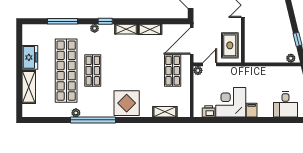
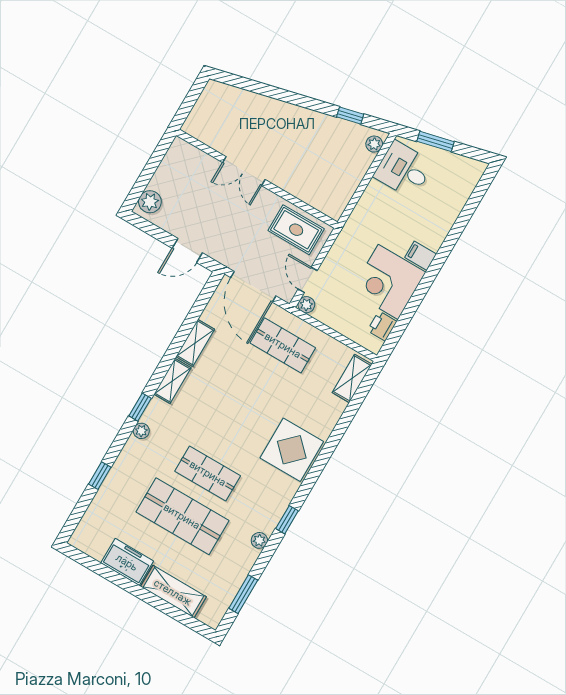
window: (62, 21) -> (100, 476), width x0.46
shop shelf: (66, 71) -> (182, 516), width x0.71
desk: (285, 104) -> (404, 170), moved, turned 180
shelving: (165, 112) -> (352, 378), moved
window: (46, 120) -> (243, 594), added
window: (93, 120) -> (287, 520), width x0.32

